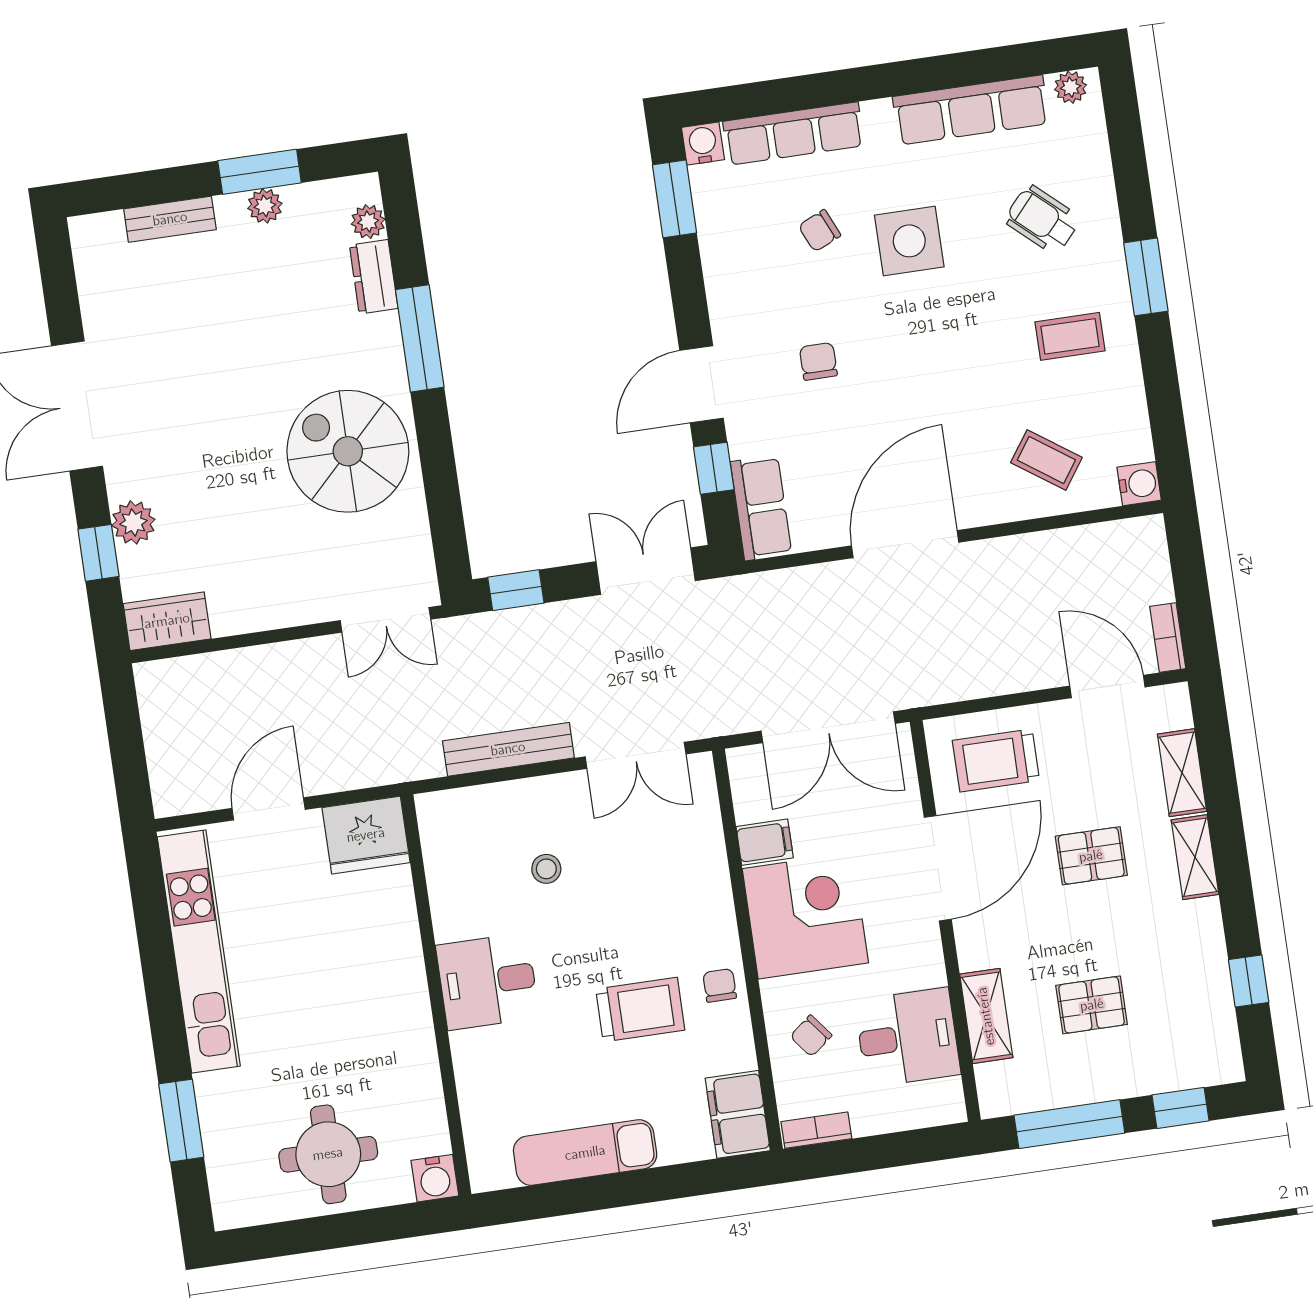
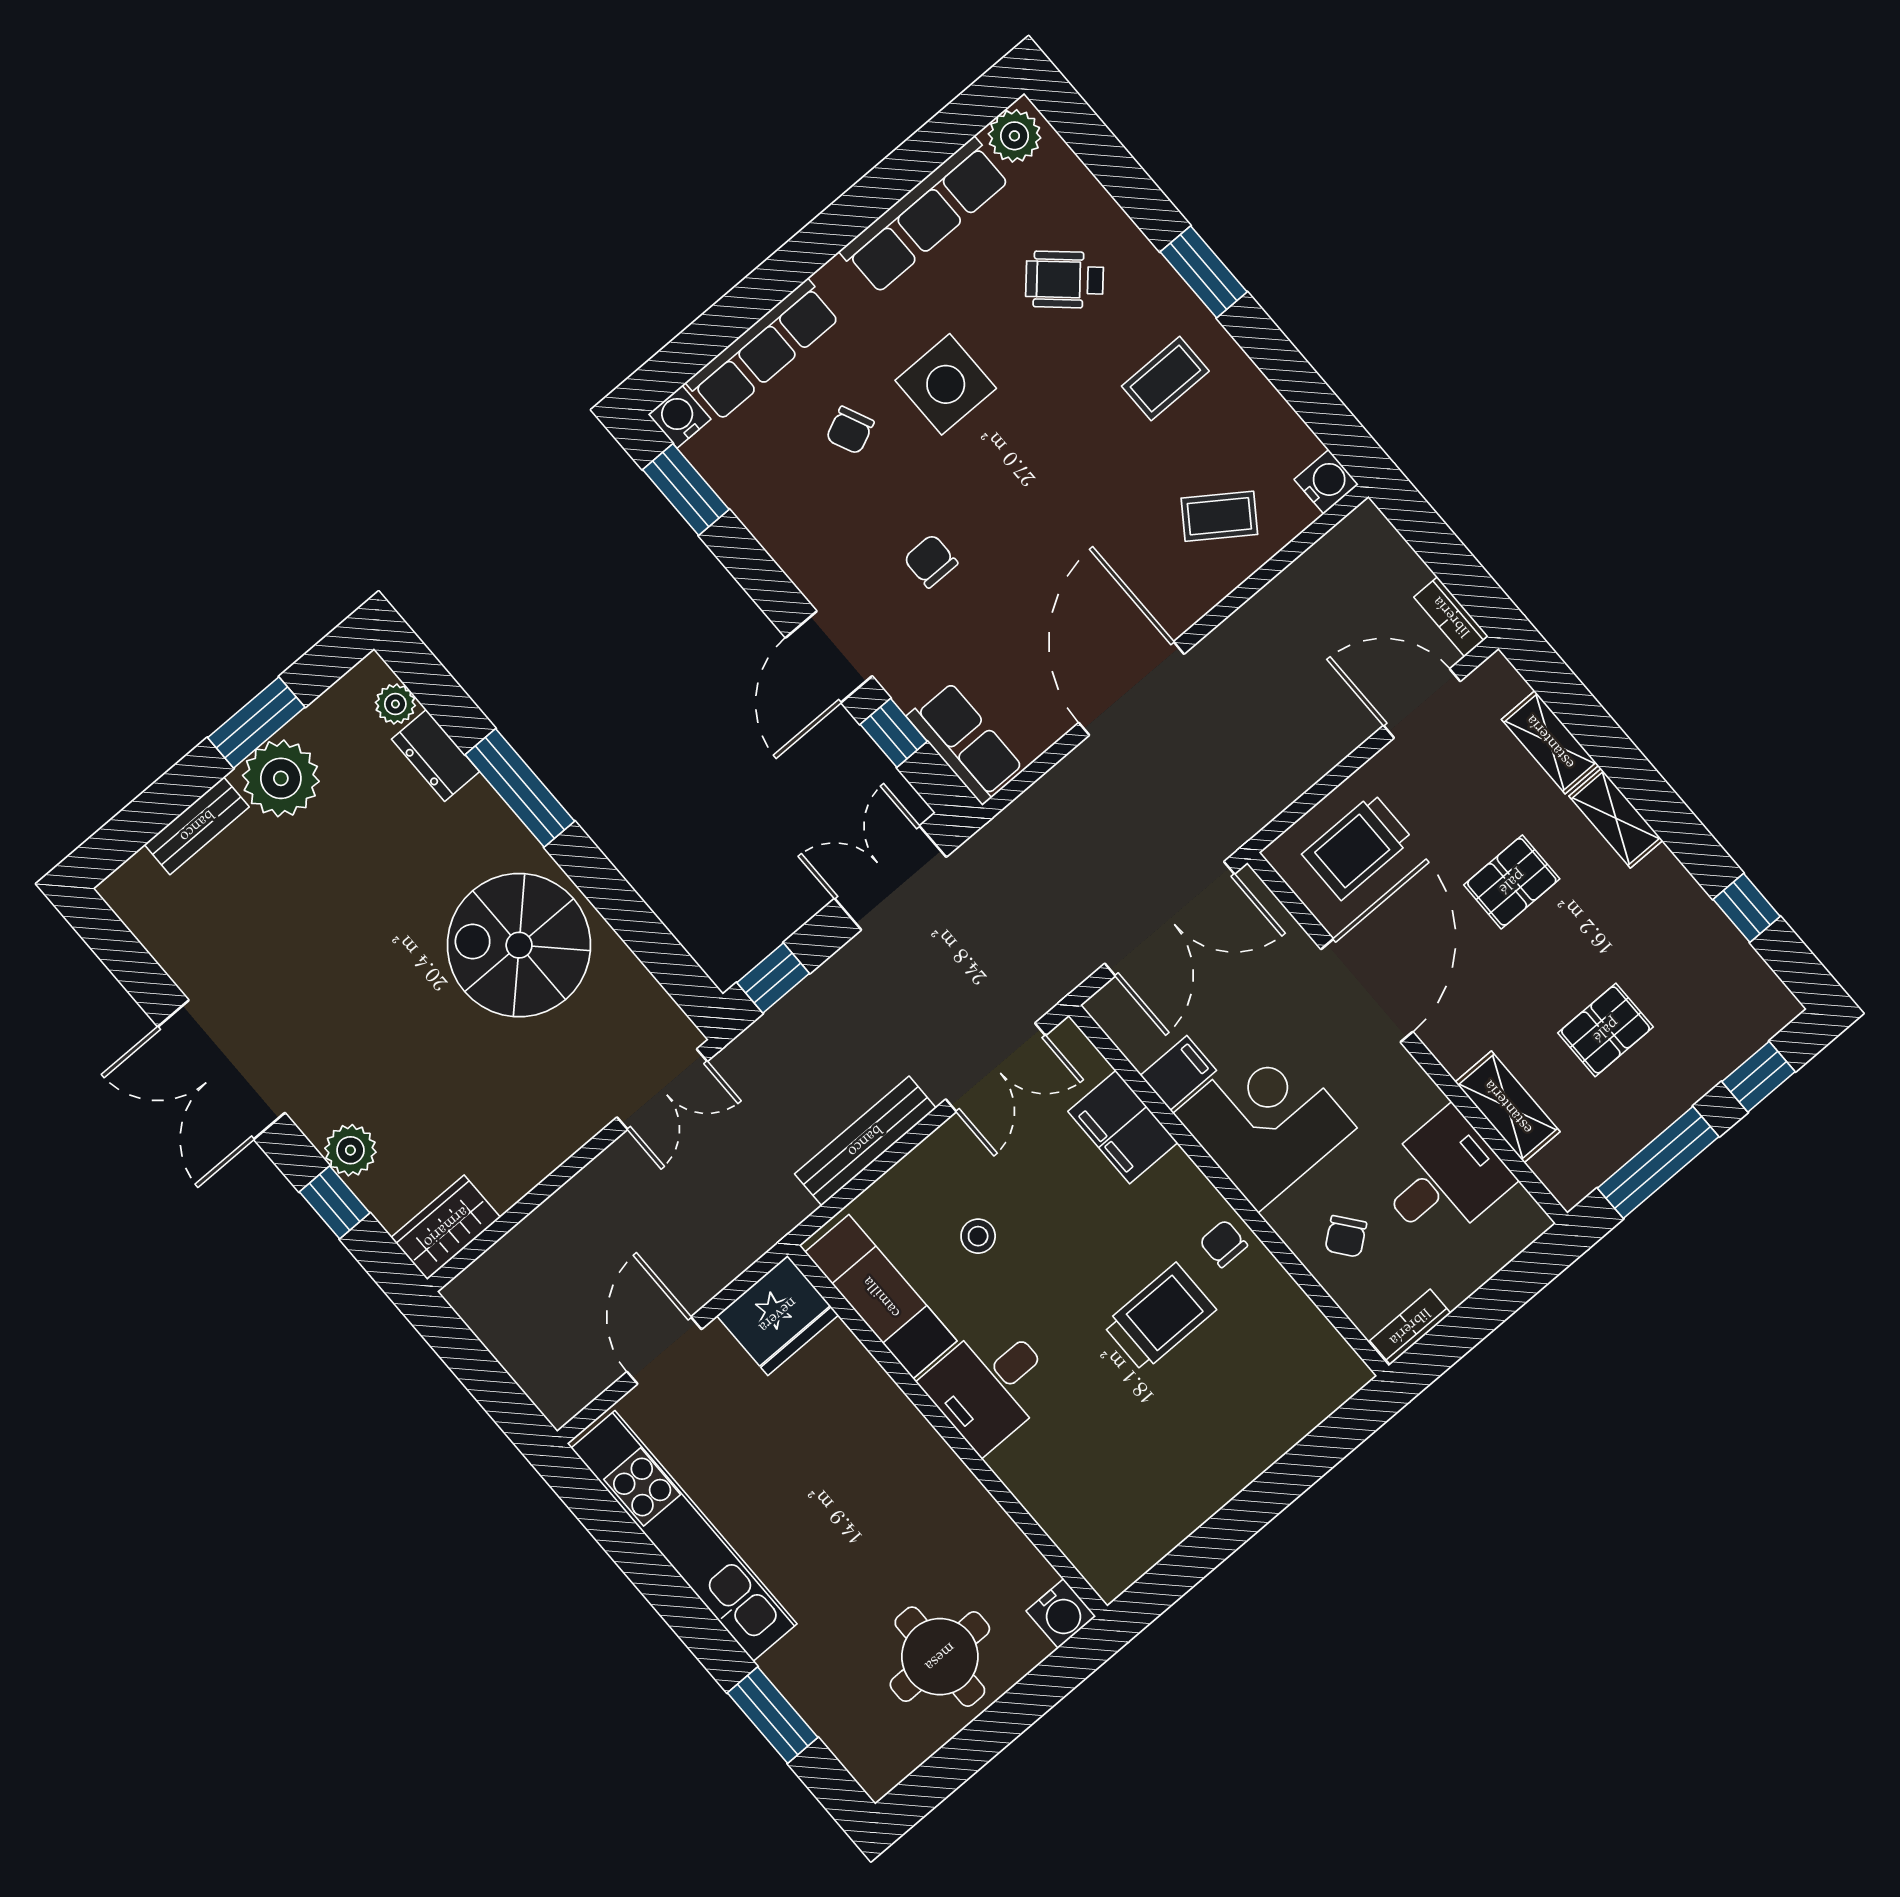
plant: (1071, 87) -> (1014, 136), width x1.38, depth x1.38
plant: (265, 206) -> (281, 778), width x1.87, depth x1.87
filing cabinet: (738, 1114) -> (1123, 1127), moved
exam couch: (585, 1153) -> (881, 1297), moved, turned 90

